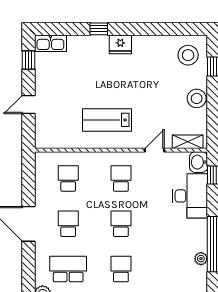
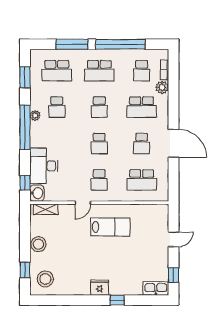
door: (155, 150) -> (83, 203), moved
school desk: (68, 178) -> (142, 180), width x1.85
school desk: (174, 269) -> (57, 107), added

